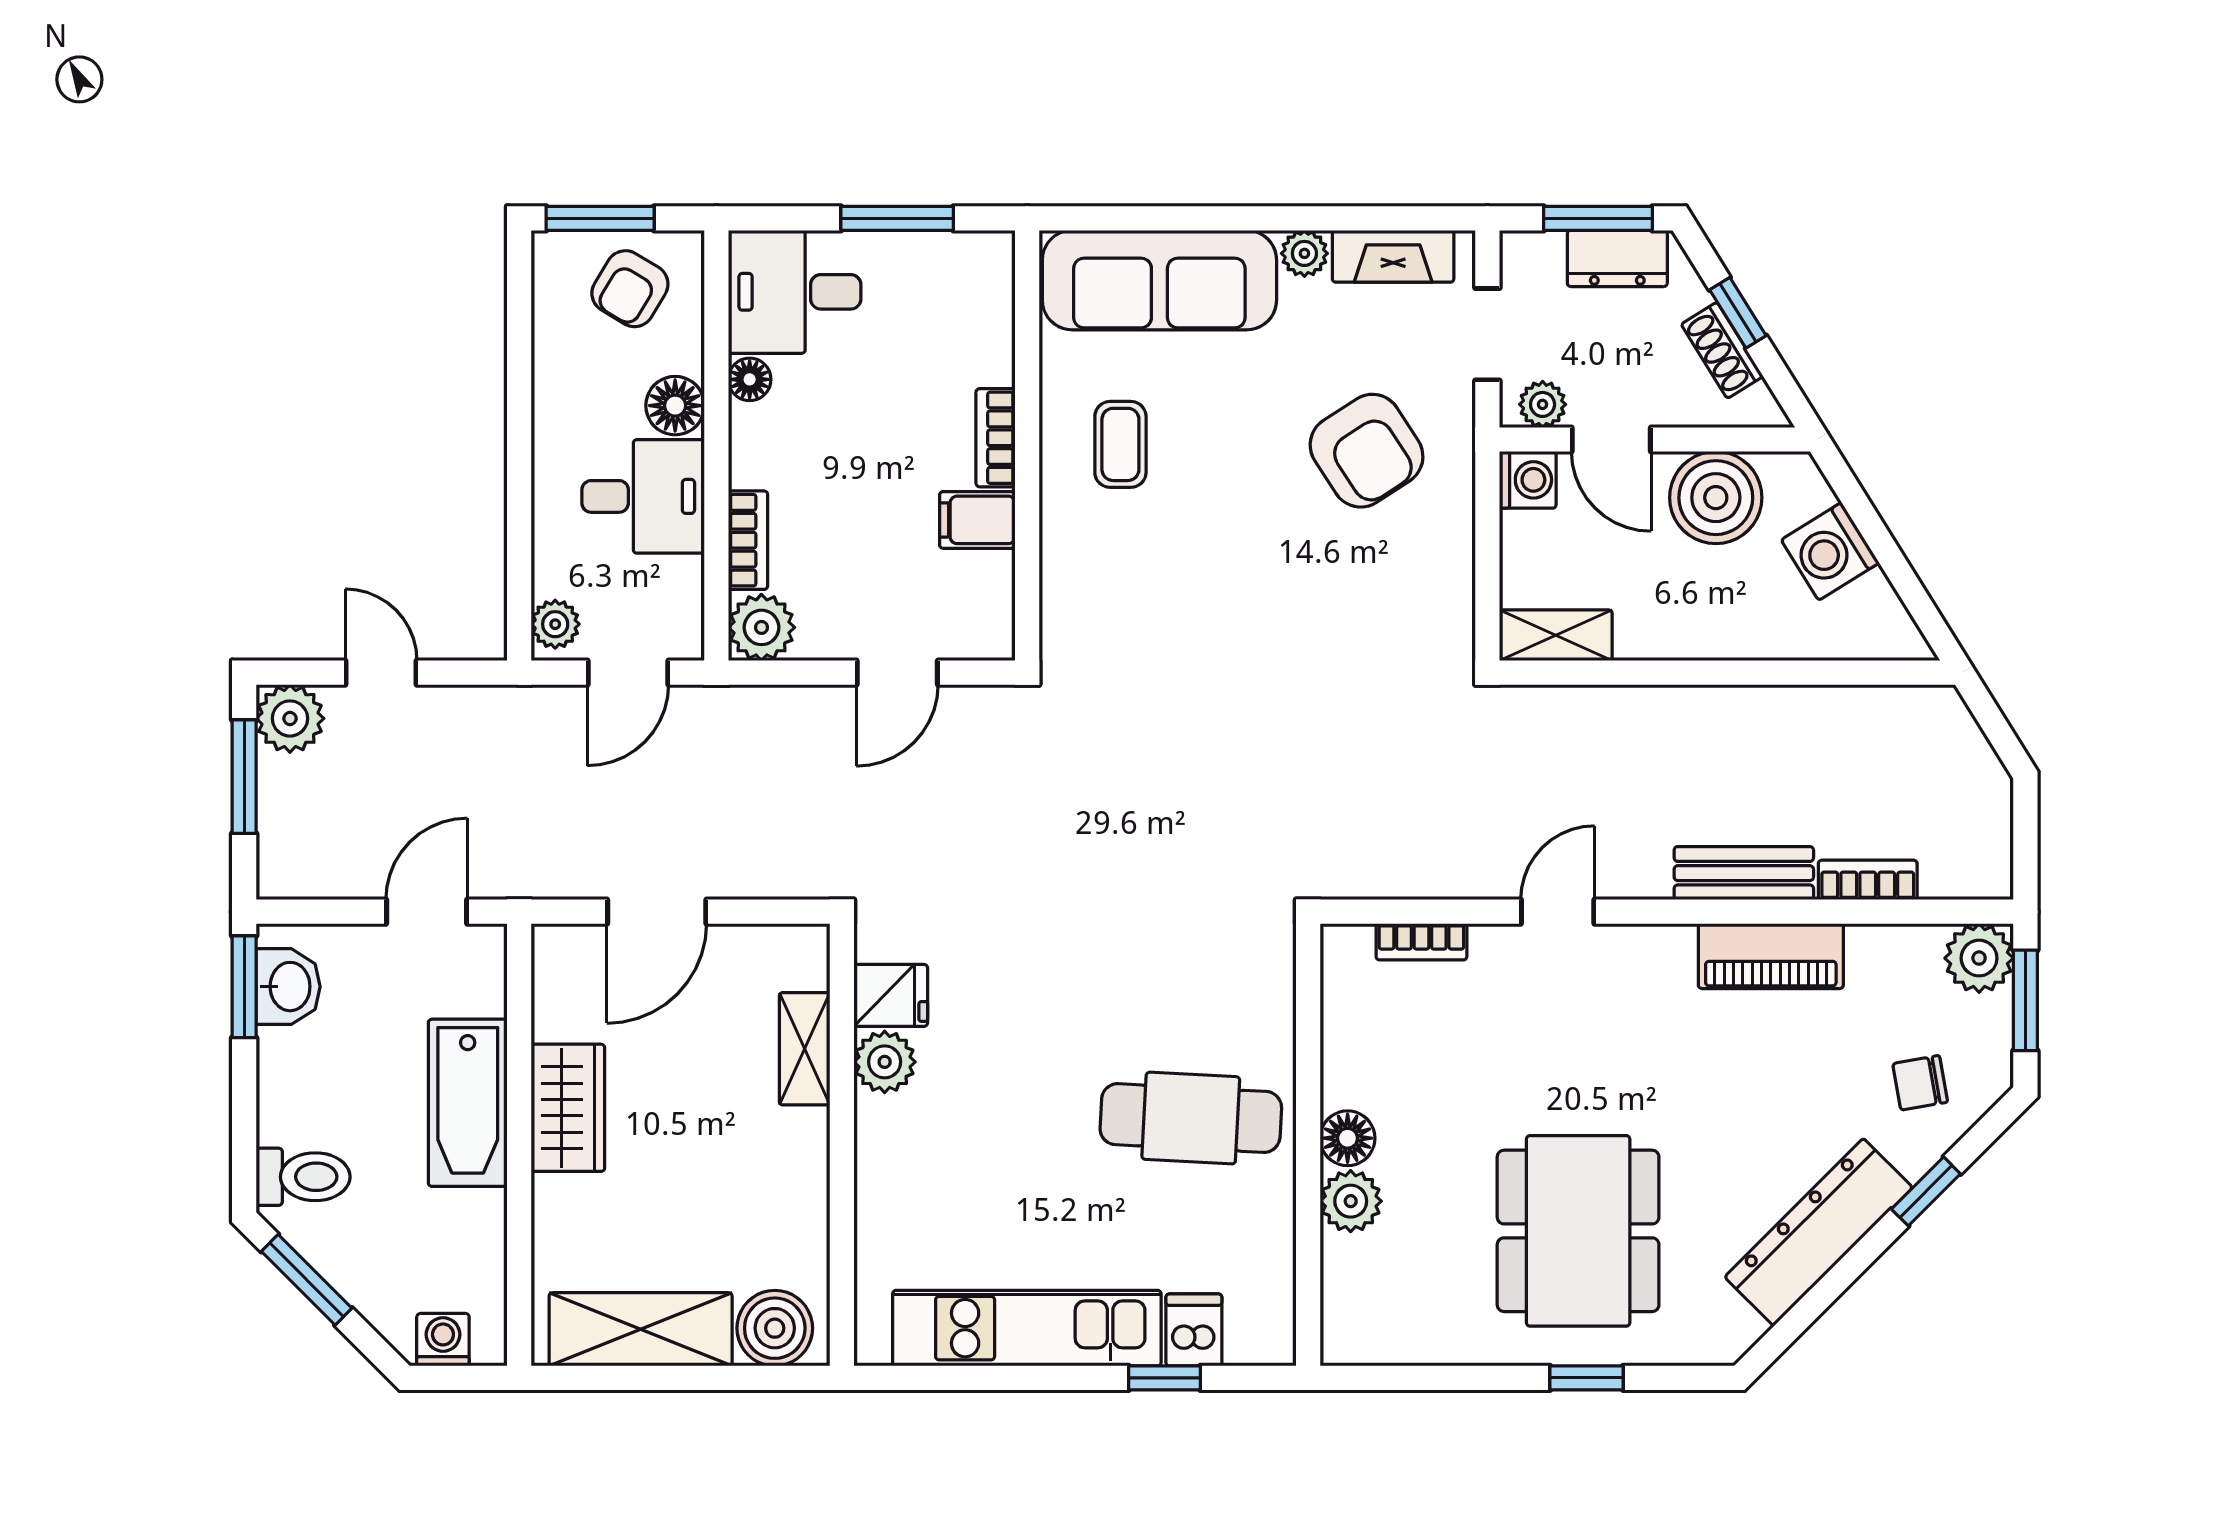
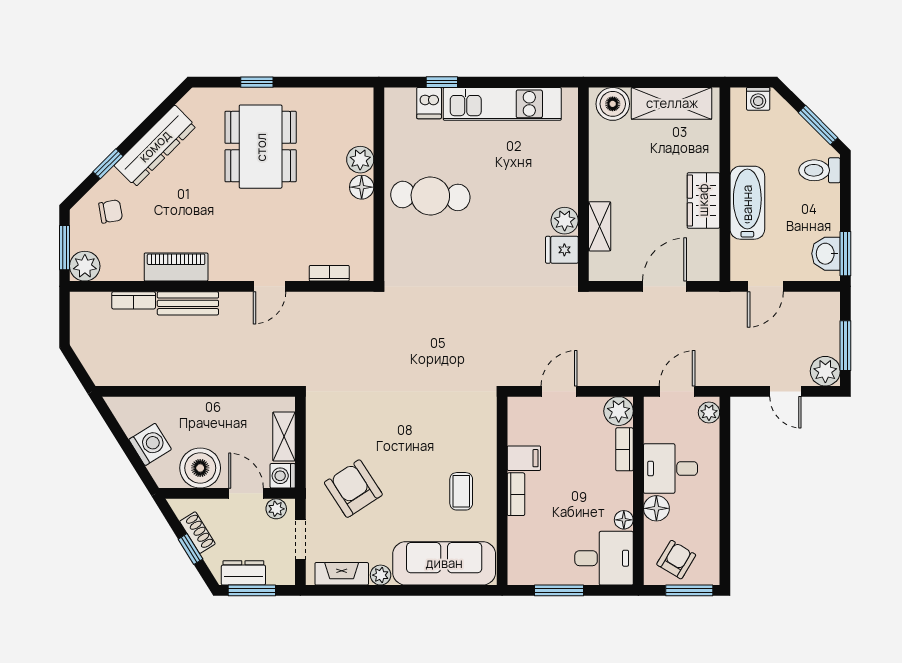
shelving: (1556, 635) -> (284, 437), moved, turned 90

